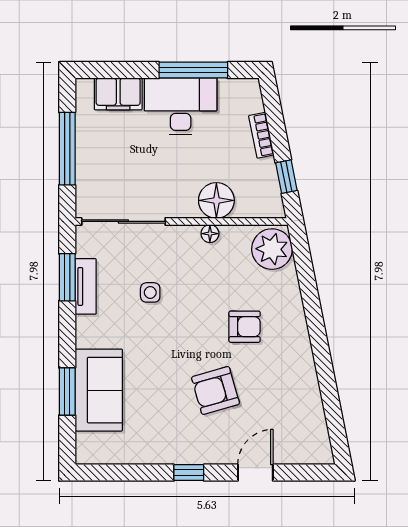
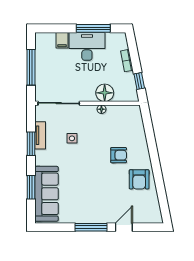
filing cabinet: (118, 94) -> (62, 40), width x0.50
plant: (272, 249) -> (132, 117), removed
window: (67, 277) -> (31, 144), moved
sofa: (99, 390) -> (47, 194), width x1.36
armchair: (216, 390) -> (139, 179), moved, turned -74
window: (189, 473) -> (91, 227), width x2.17

